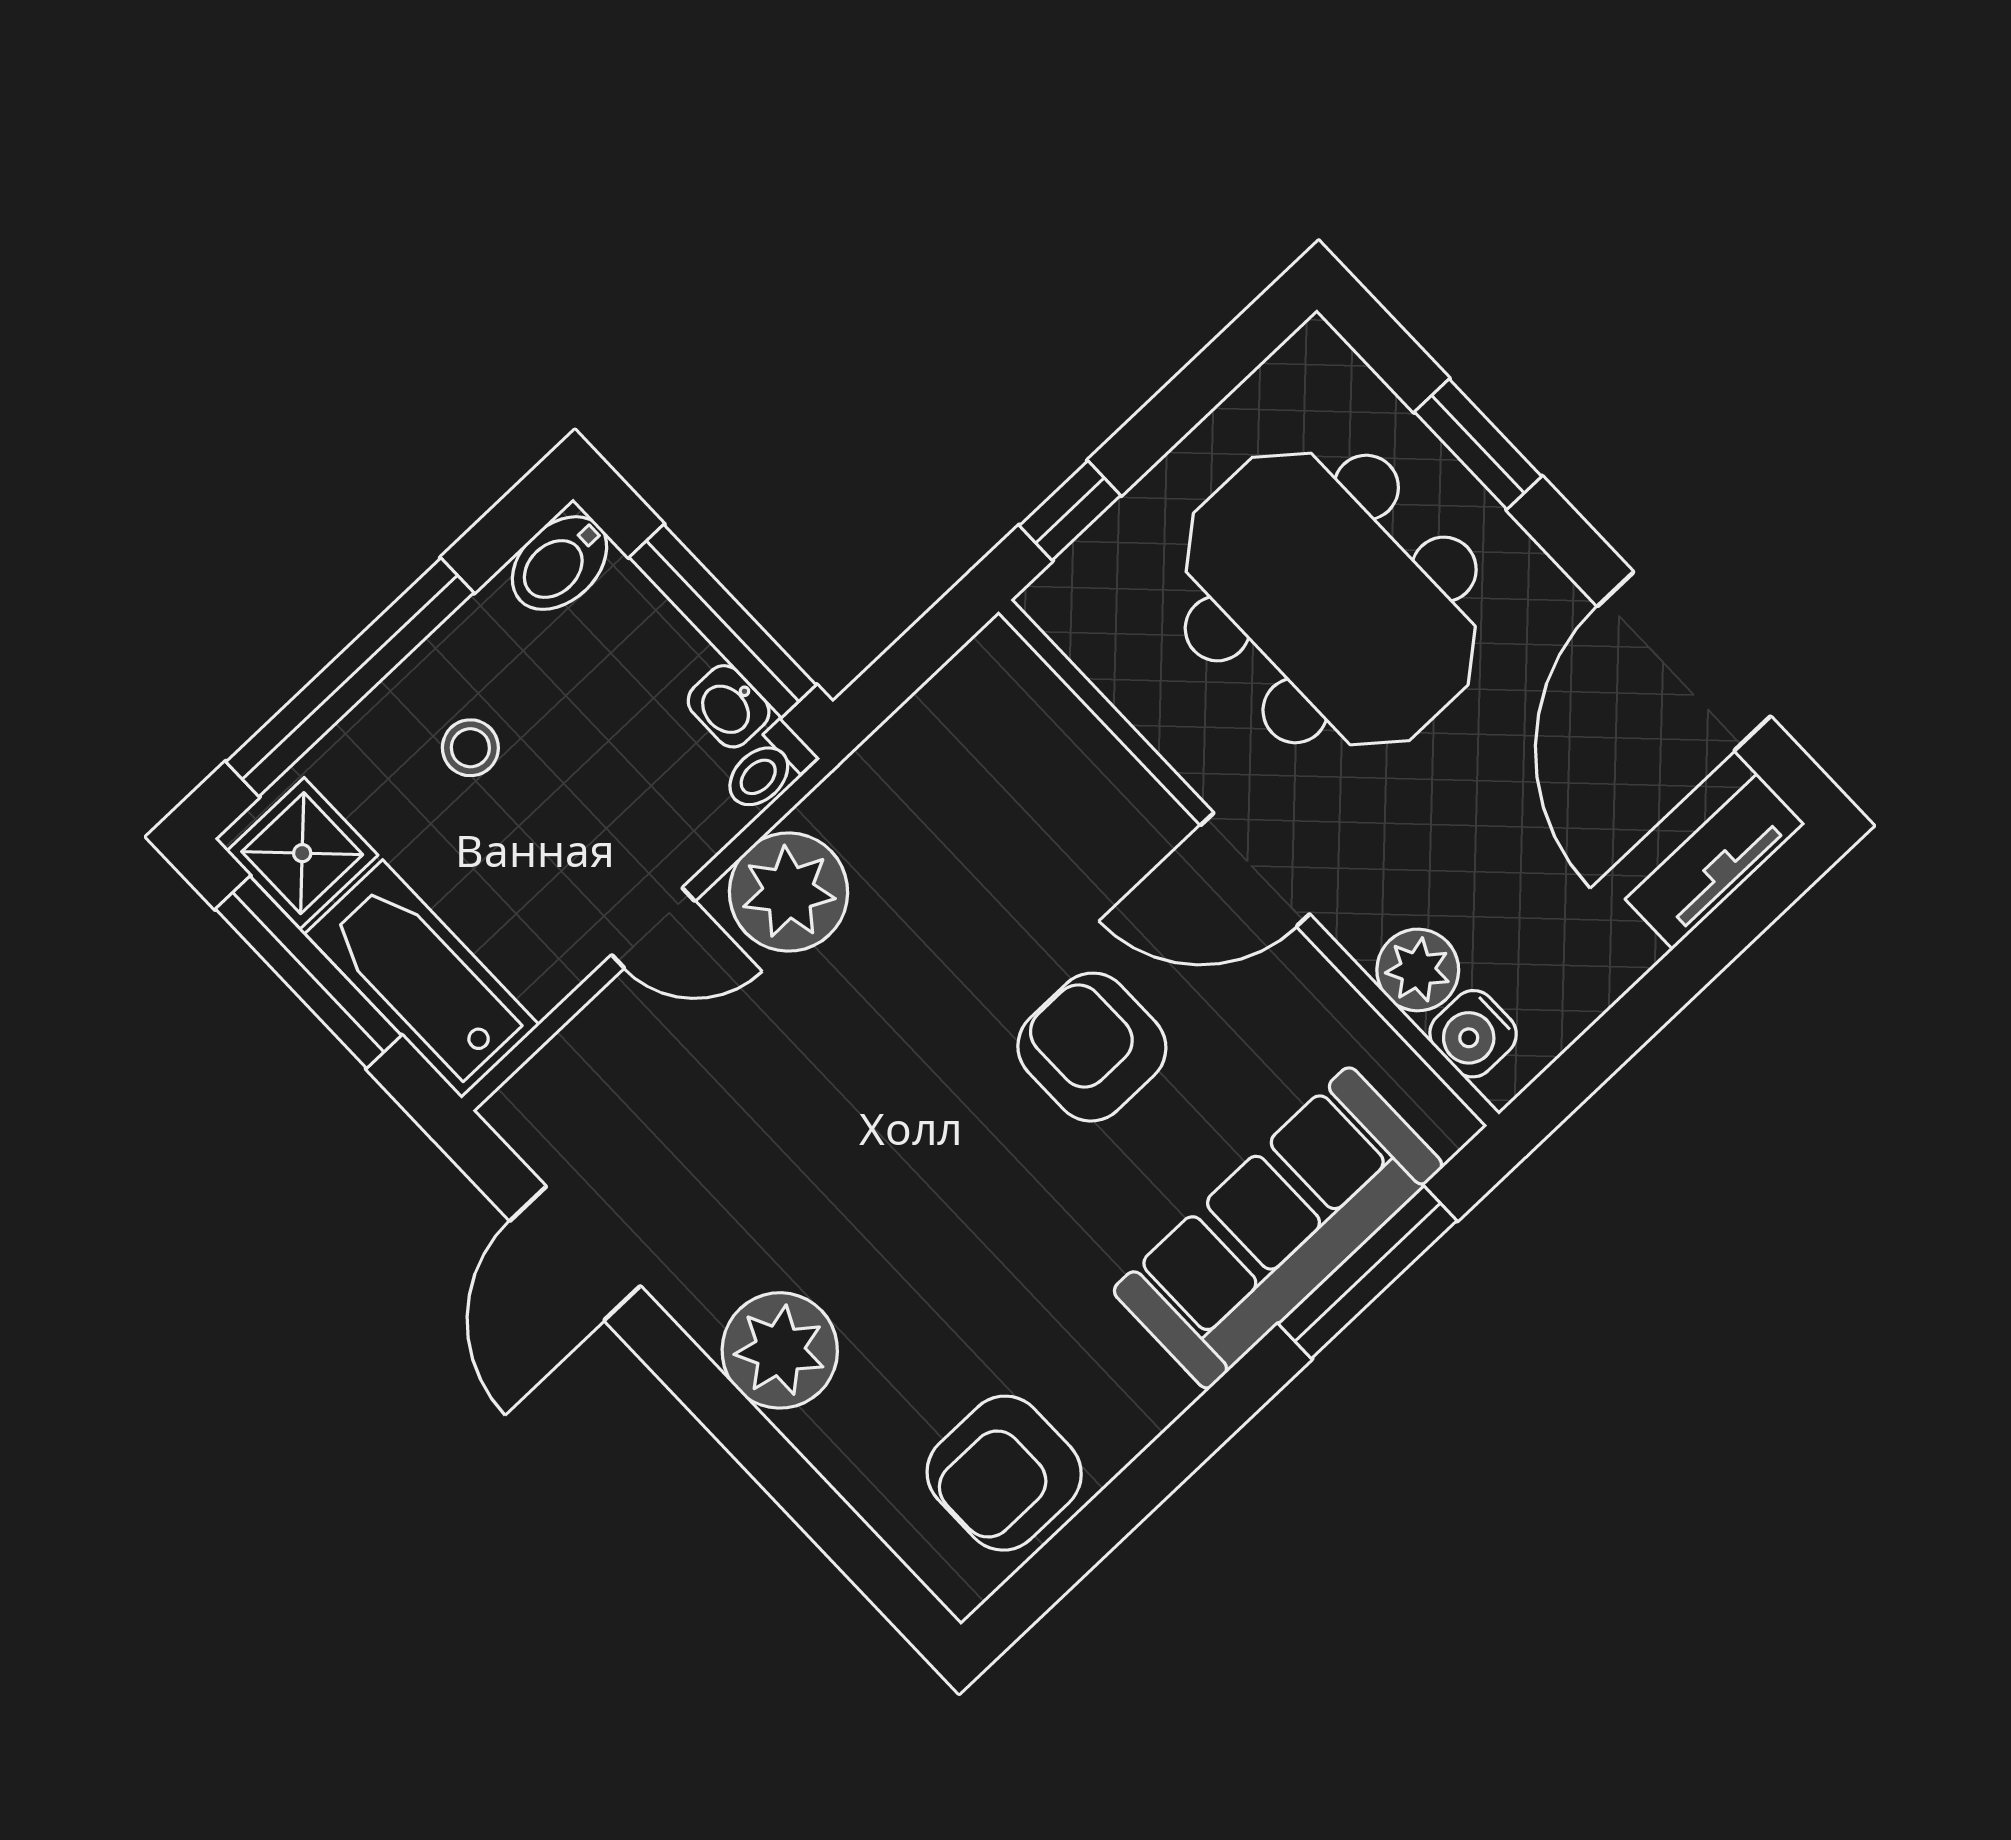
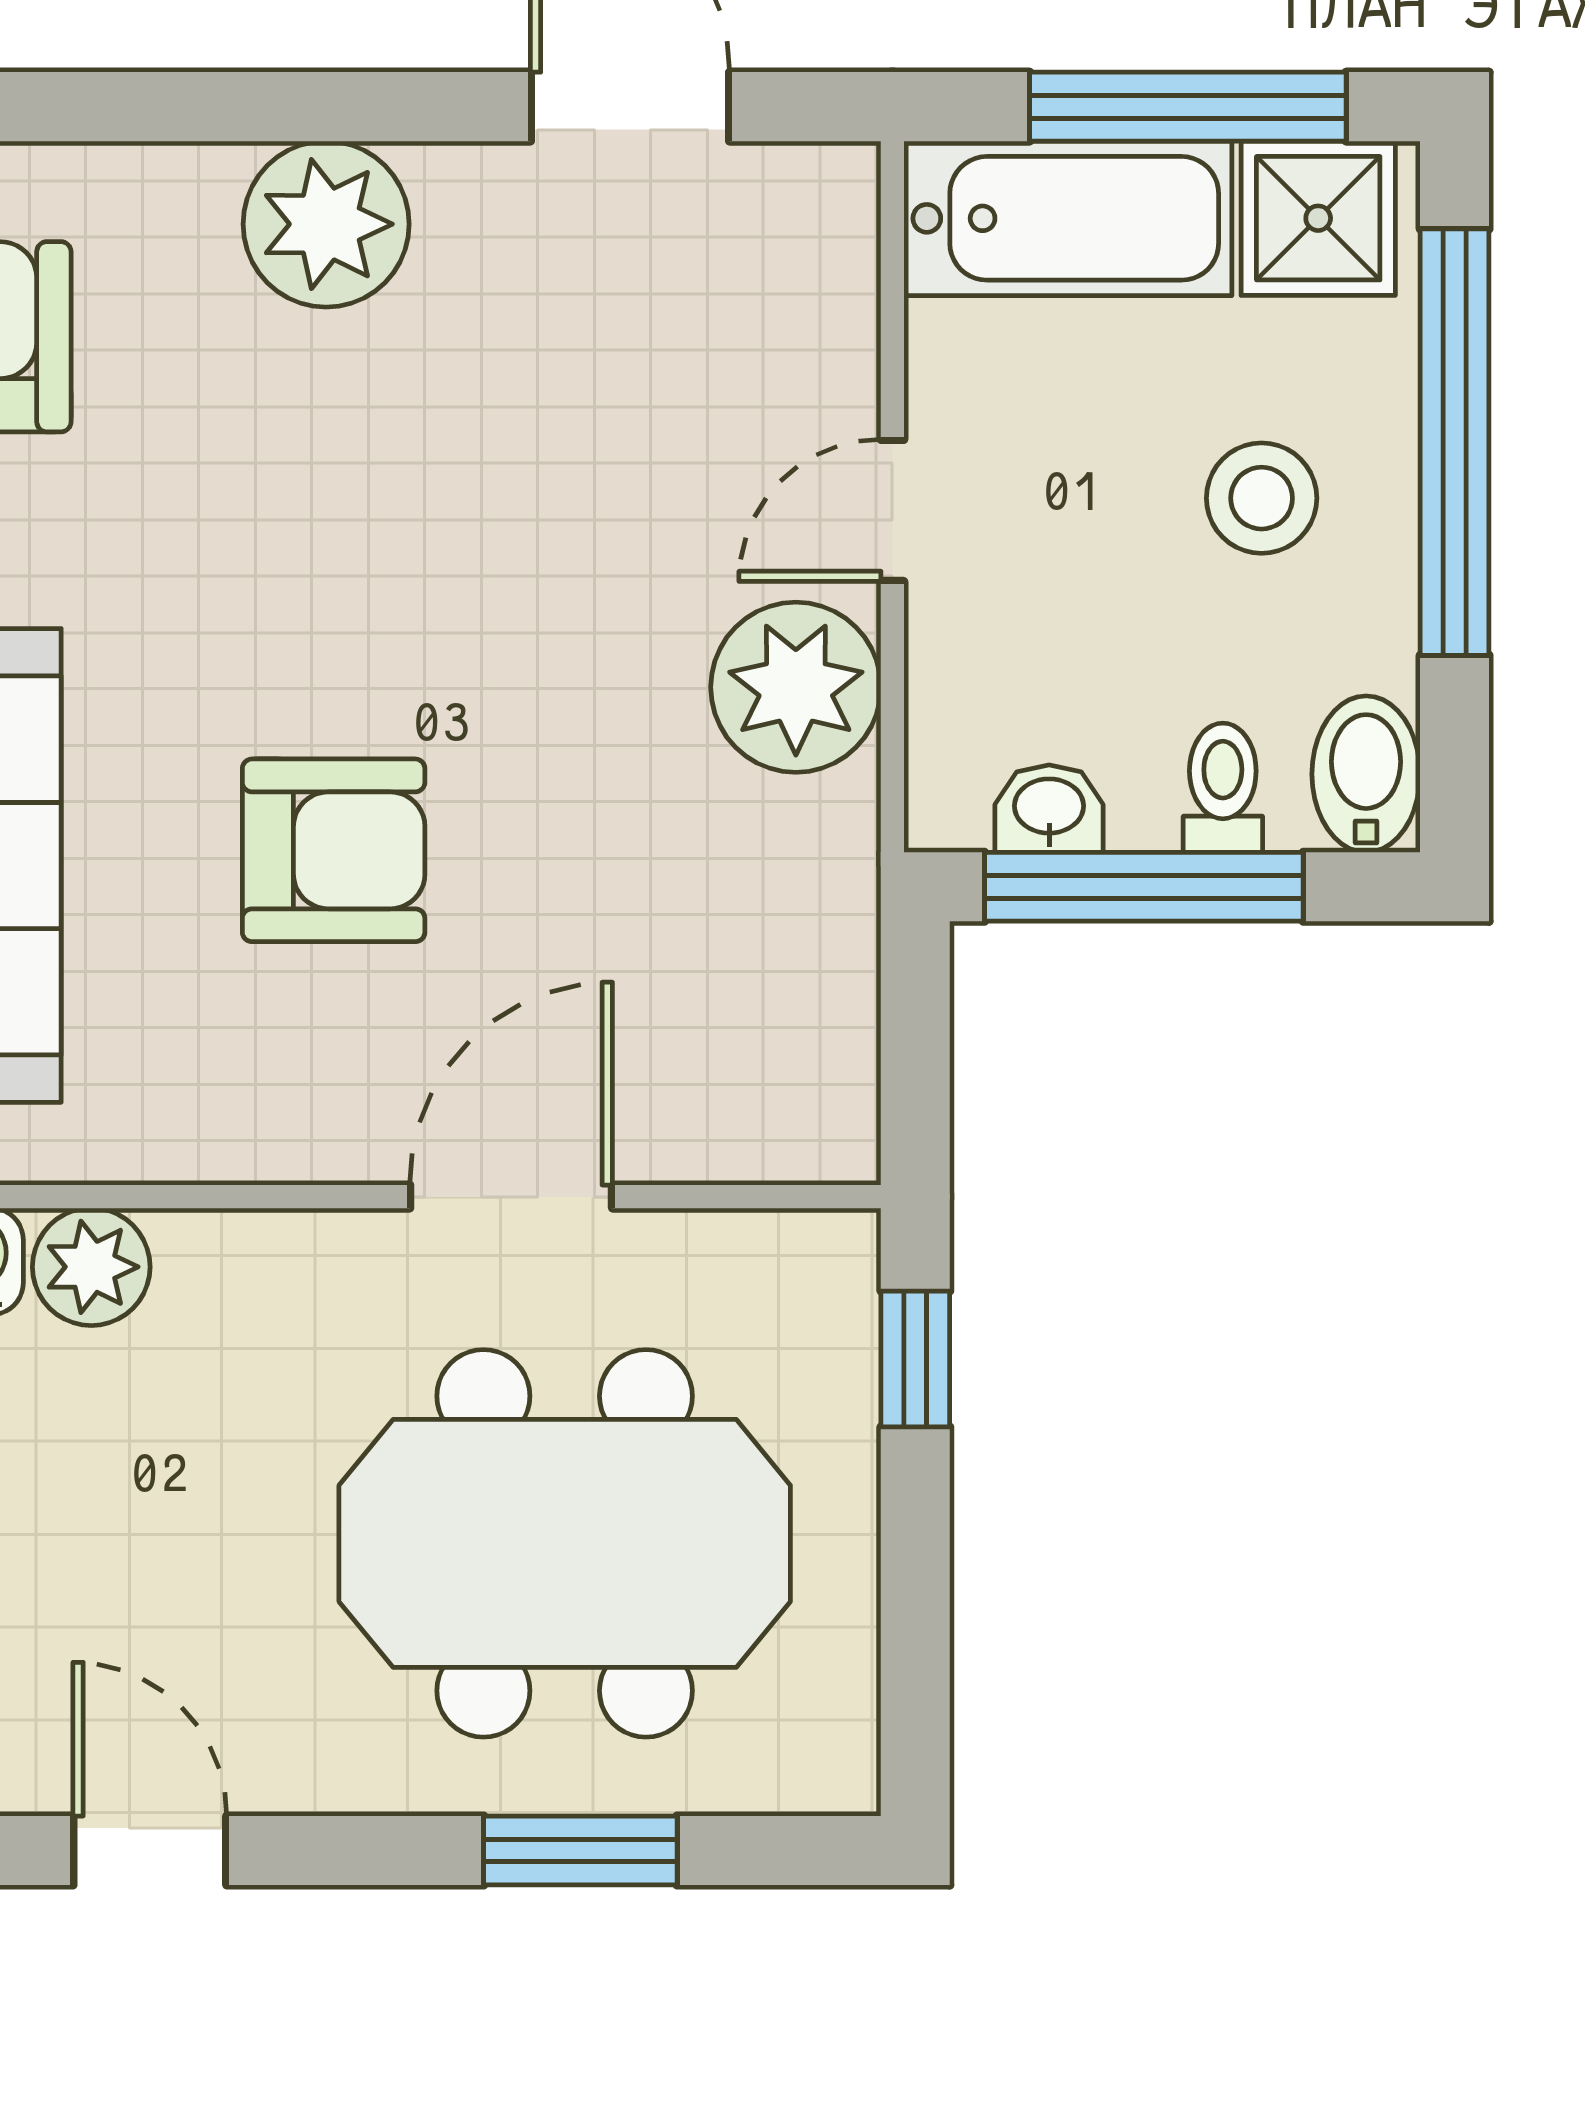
door: (1684, 661) -> (150, 1851), width x0.53
stool: (470, 748) -> (1262, 498), width x1.37, depth x1.37
toilet: (767, 768) -> (1223, 788), moved
door: (1255, 870) -> (511, 1197), moved

